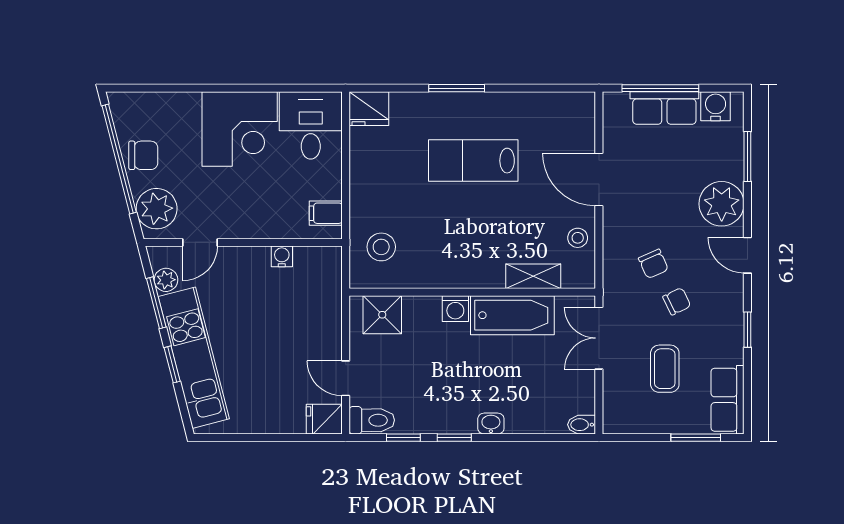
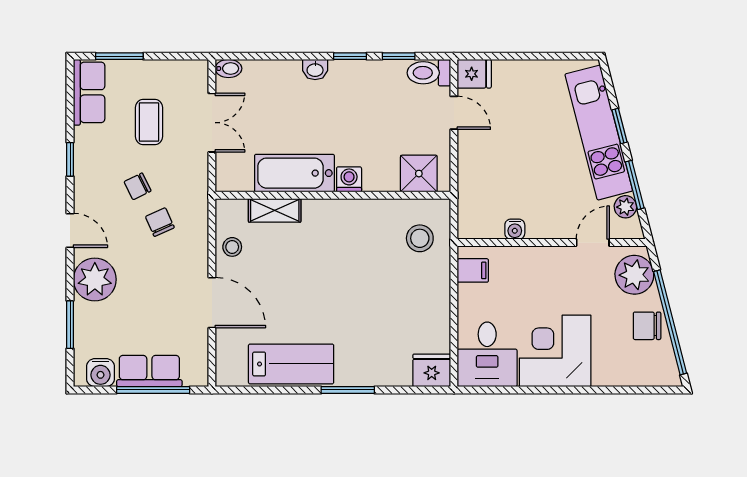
lab bench: (473, 161) -> (291, 364), moved
double door: (599, 338) -> (212, 123), moved

